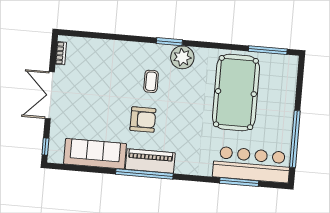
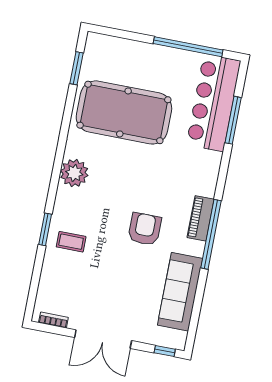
window: (169, 42) -> (45, 229), moved
window: (268, 50) -> (76, 68), width x0.69
coffee table: (151, 81) -> (71, 242), moved
piano: (150, 161) -> (201, 218), width x0.73, depth x0.75

